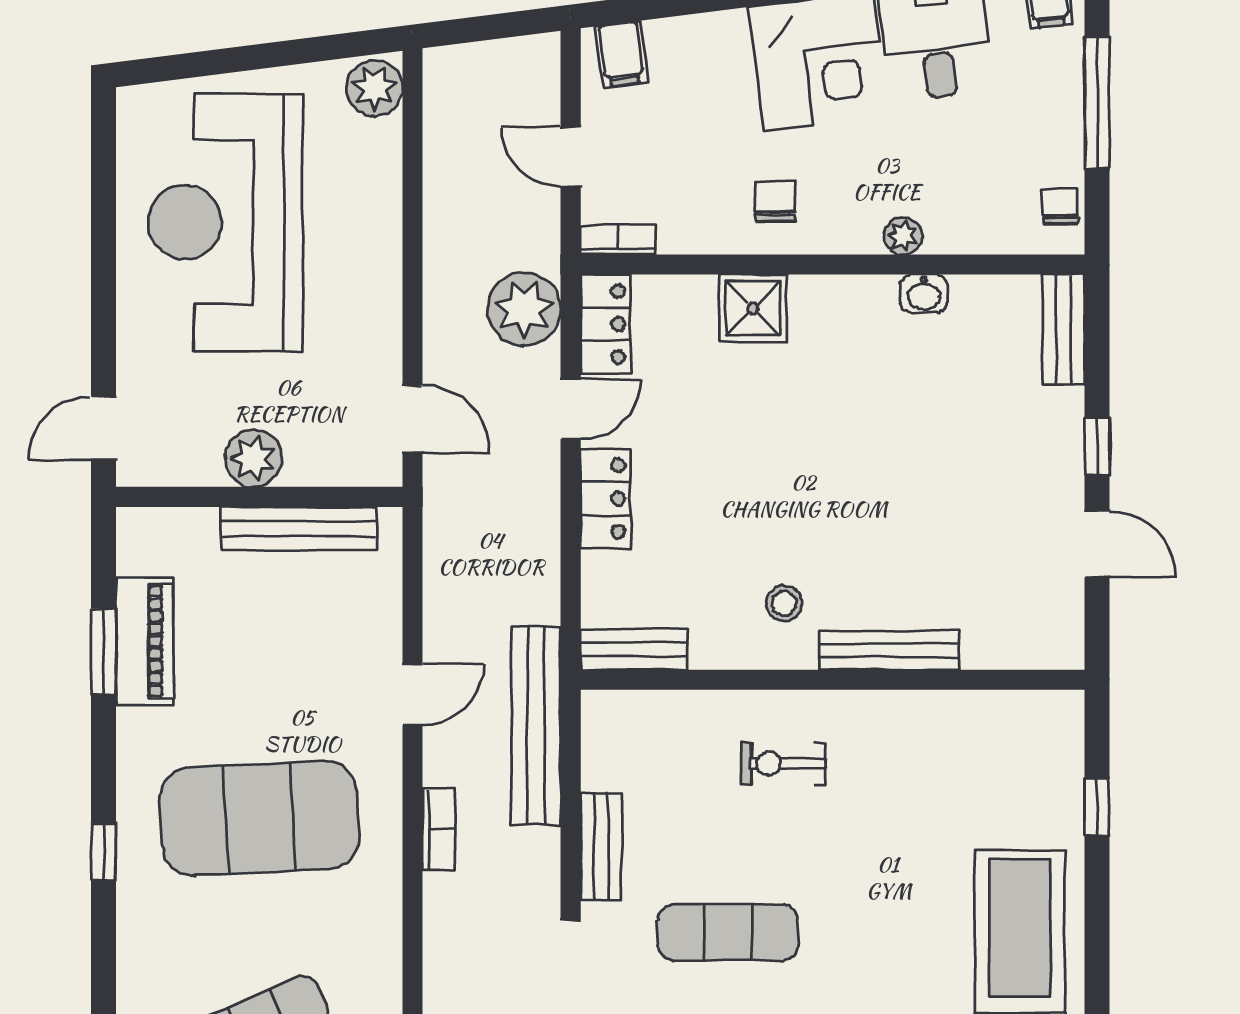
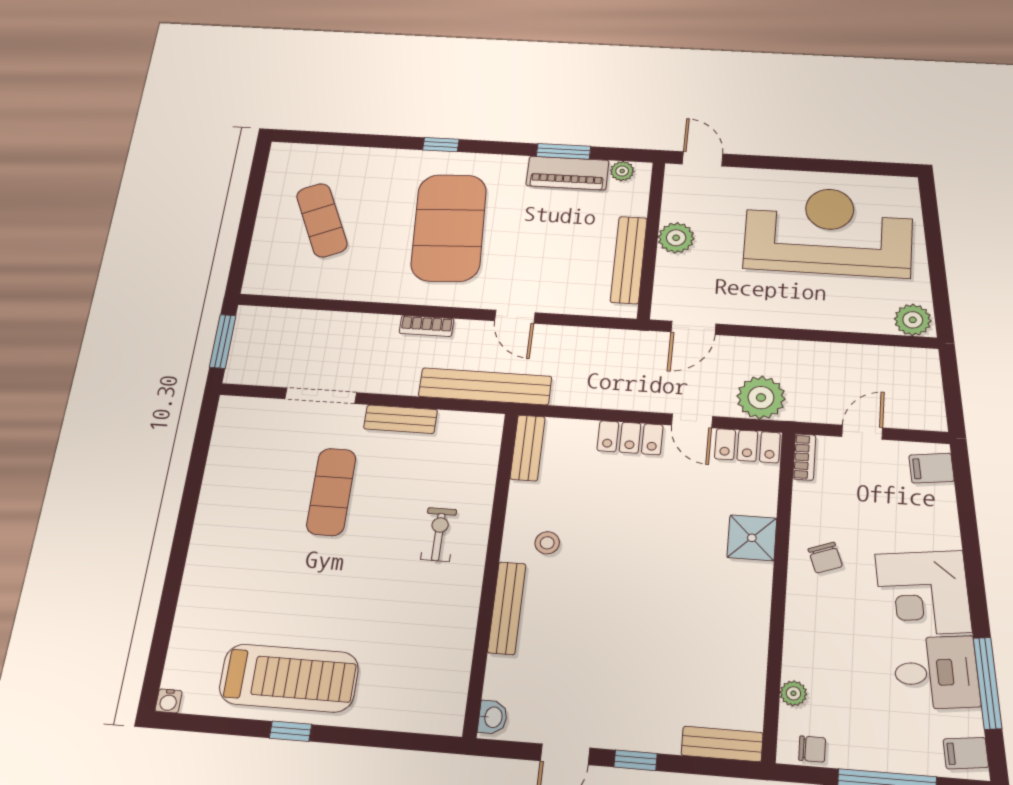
chair: (775, 202) -> (825, 558), turned 70
plant: (903, 236) -> (793, 693), moved
washbasin: (924, 294) -> (493, 717), moved, turned 180
plant: (135, 554) -> (622, 171), added
window: (1097, 807) -> (290, 731), moved

